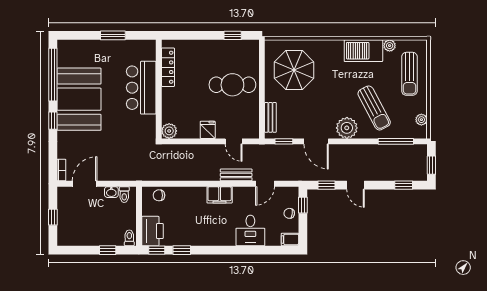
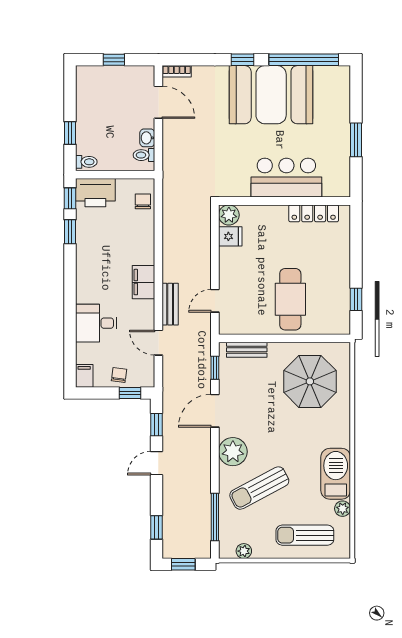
fridge: (208, 130) -> (230, 236), moved

